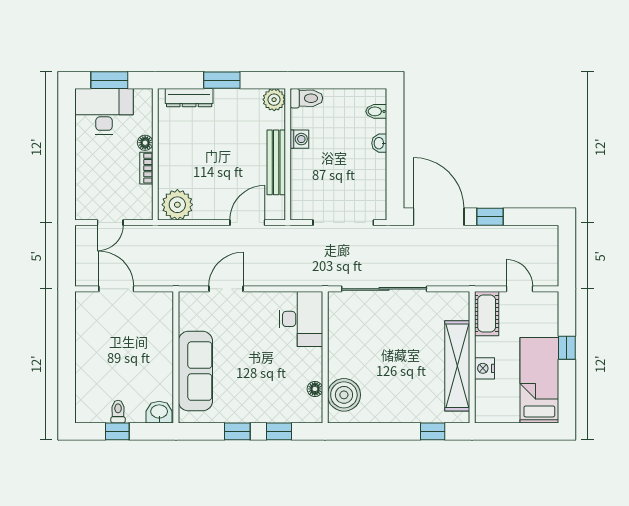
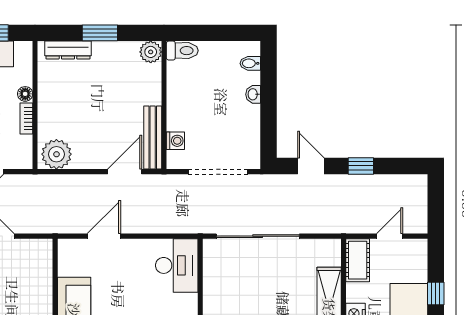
washing machine: (299, 139) -> (175, 141), moved
bench: (276, 162) -> (153, 137), moved
door: (439, 217) -> (311, 166), width x0.53
door: (519, 289) -> (390, 236), hinge flipped

